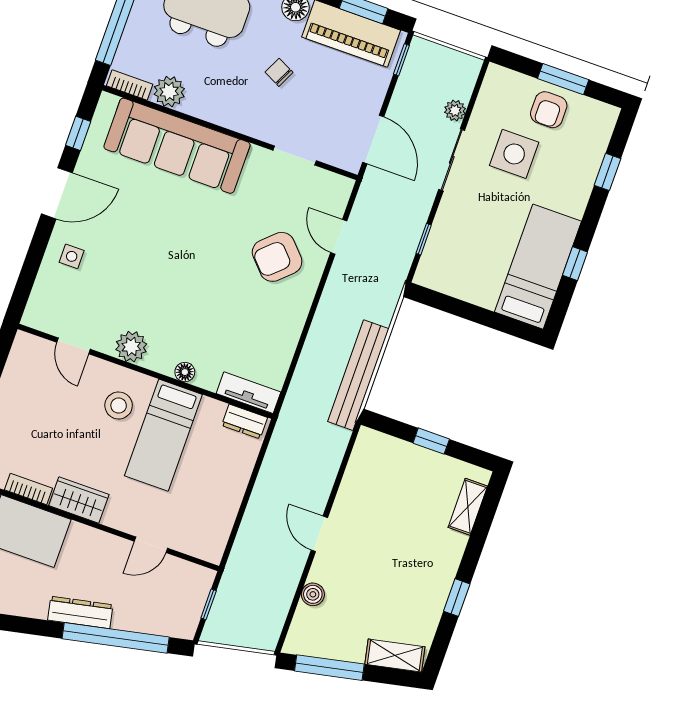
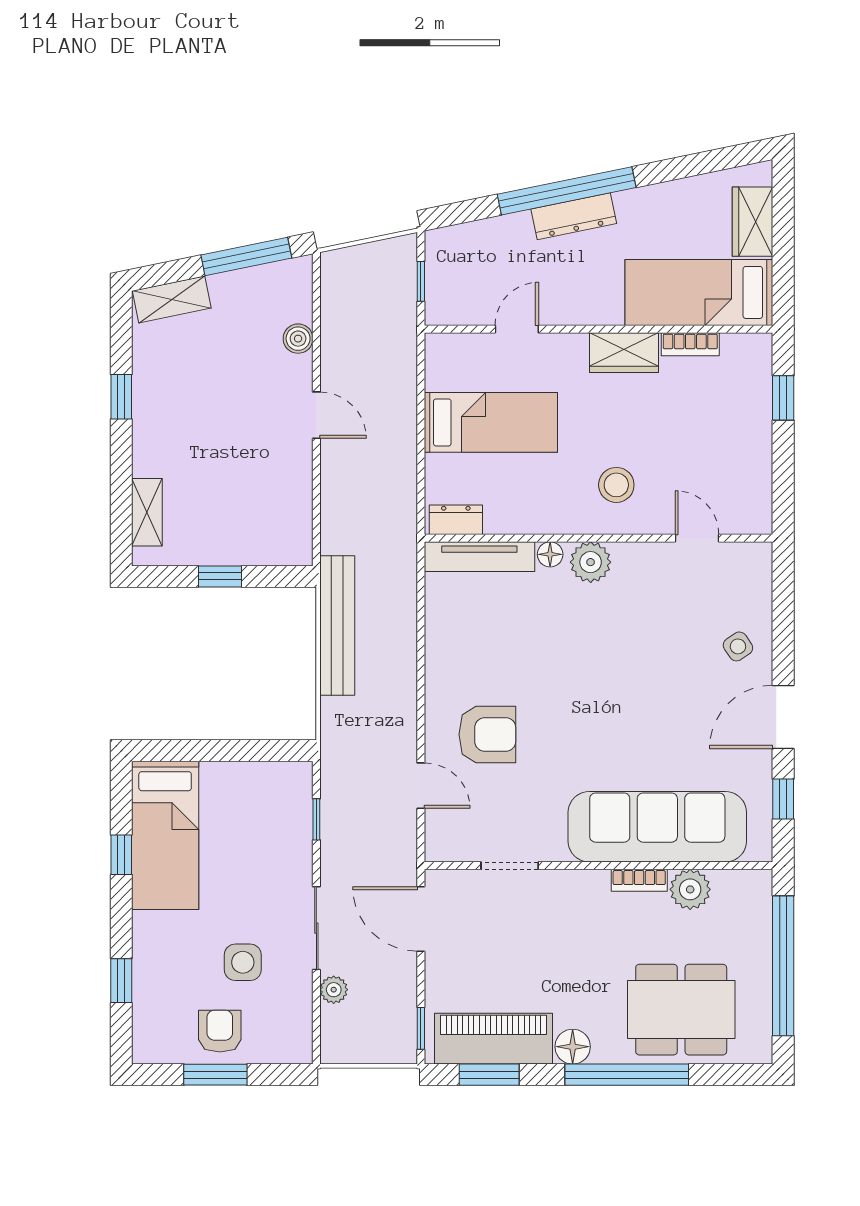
chair: (279, 72) -> (565, 960), removed
bookcase: (130, 85) -> (639, 880), moved
side table: (514, 154) -> (243, 962), width x0.73, depth x0.73
side table: (72, 256) -> (738, 646), turned -34
armchair: (277, 257) -> (487, 734), turned 43
plant: (131, 347) -> (591, 562), moved
tv unit: (249, 393) -> (479, 557), width x1.41
bed: (163, 435) -> (491, 422), moved, turned 90
window: (116, 638) -> (567, 191), moved

